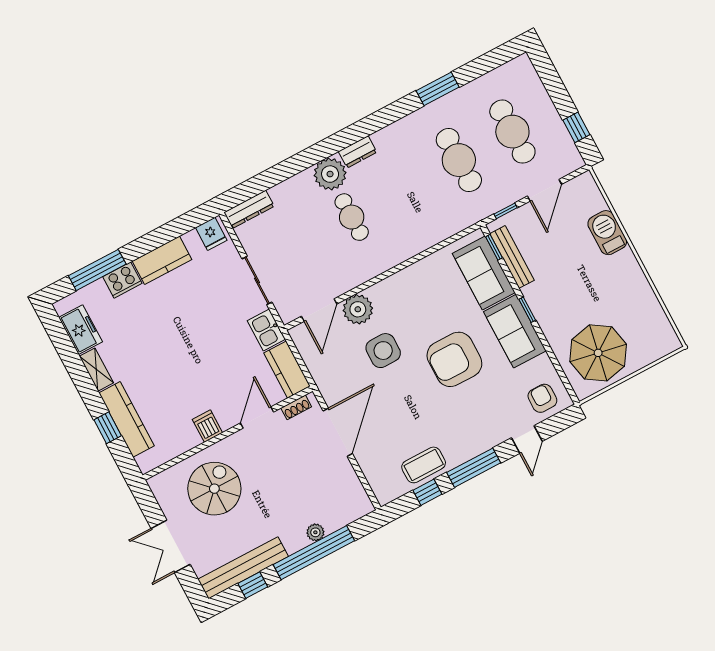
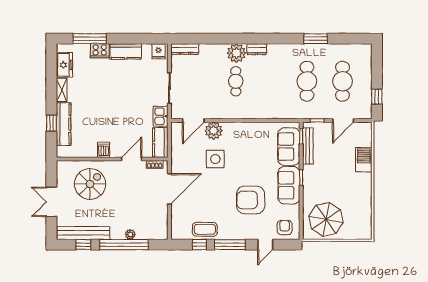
armchair: (454, 359) -> (251, 200), moved

